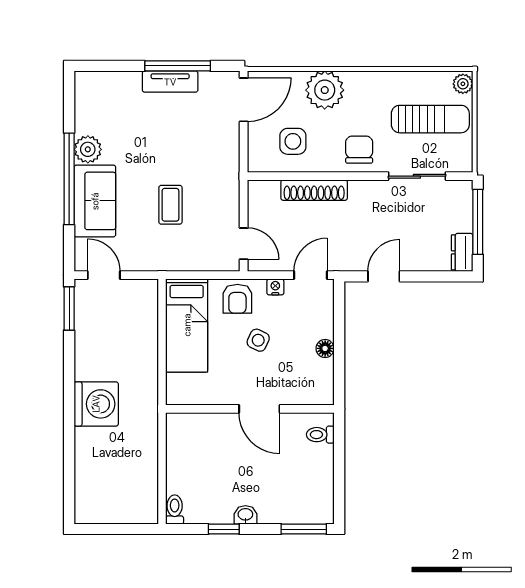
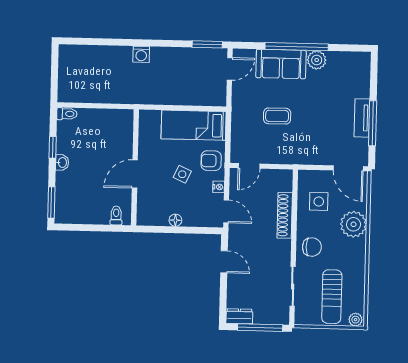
washing machine: (96, 404) -> (141, 54), width x0.53, depth x0.53

